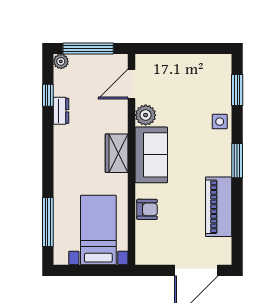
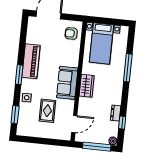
rug: (181, 103) -> (47, 111), added
plant: (146, 115) -> (68, 106), removed
piano: (219, 207) -> (31, 61), moved
armchair: (147, 209) -> (71, 33), moved
window: (48, 222) -> (128, 68), moved

